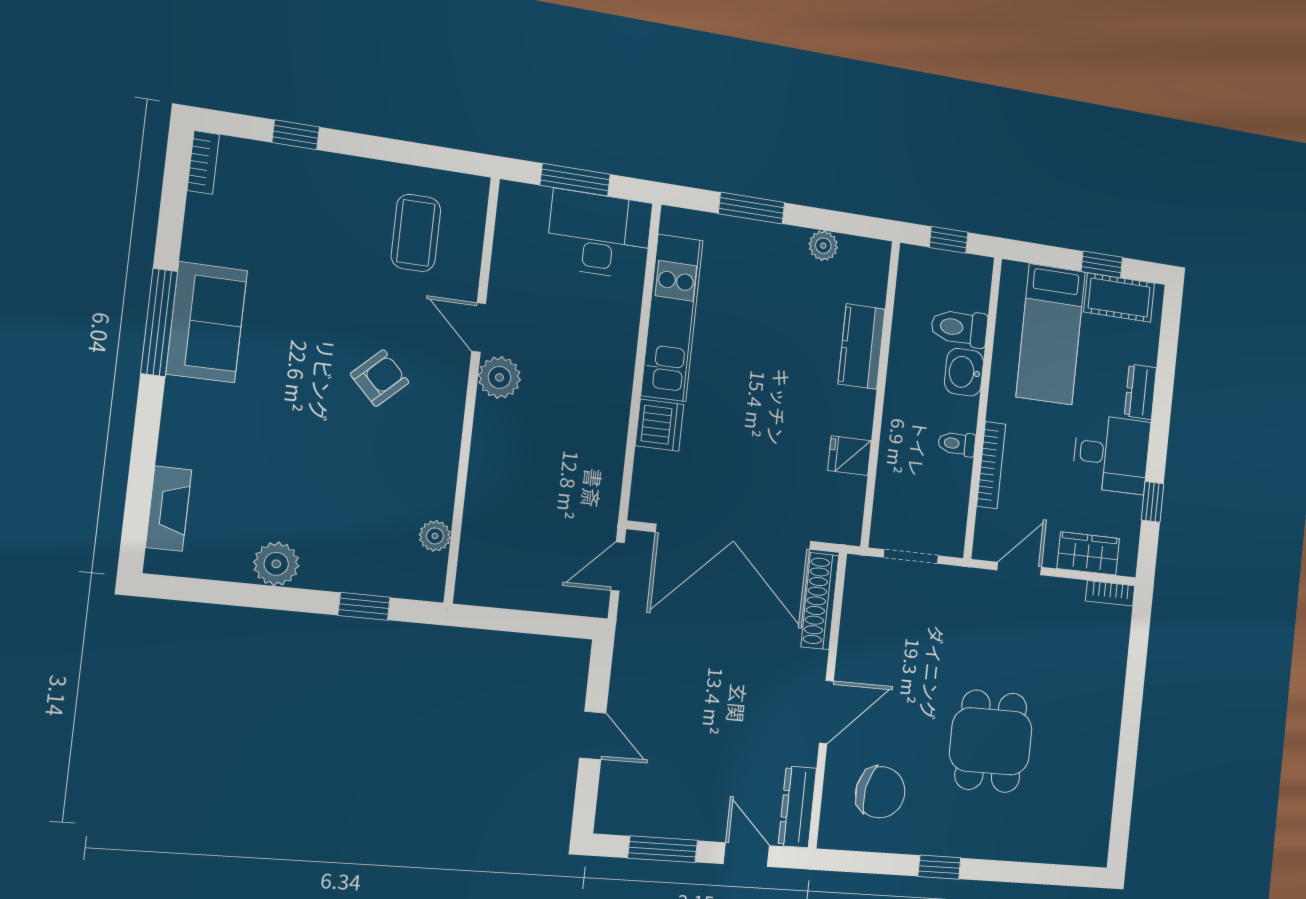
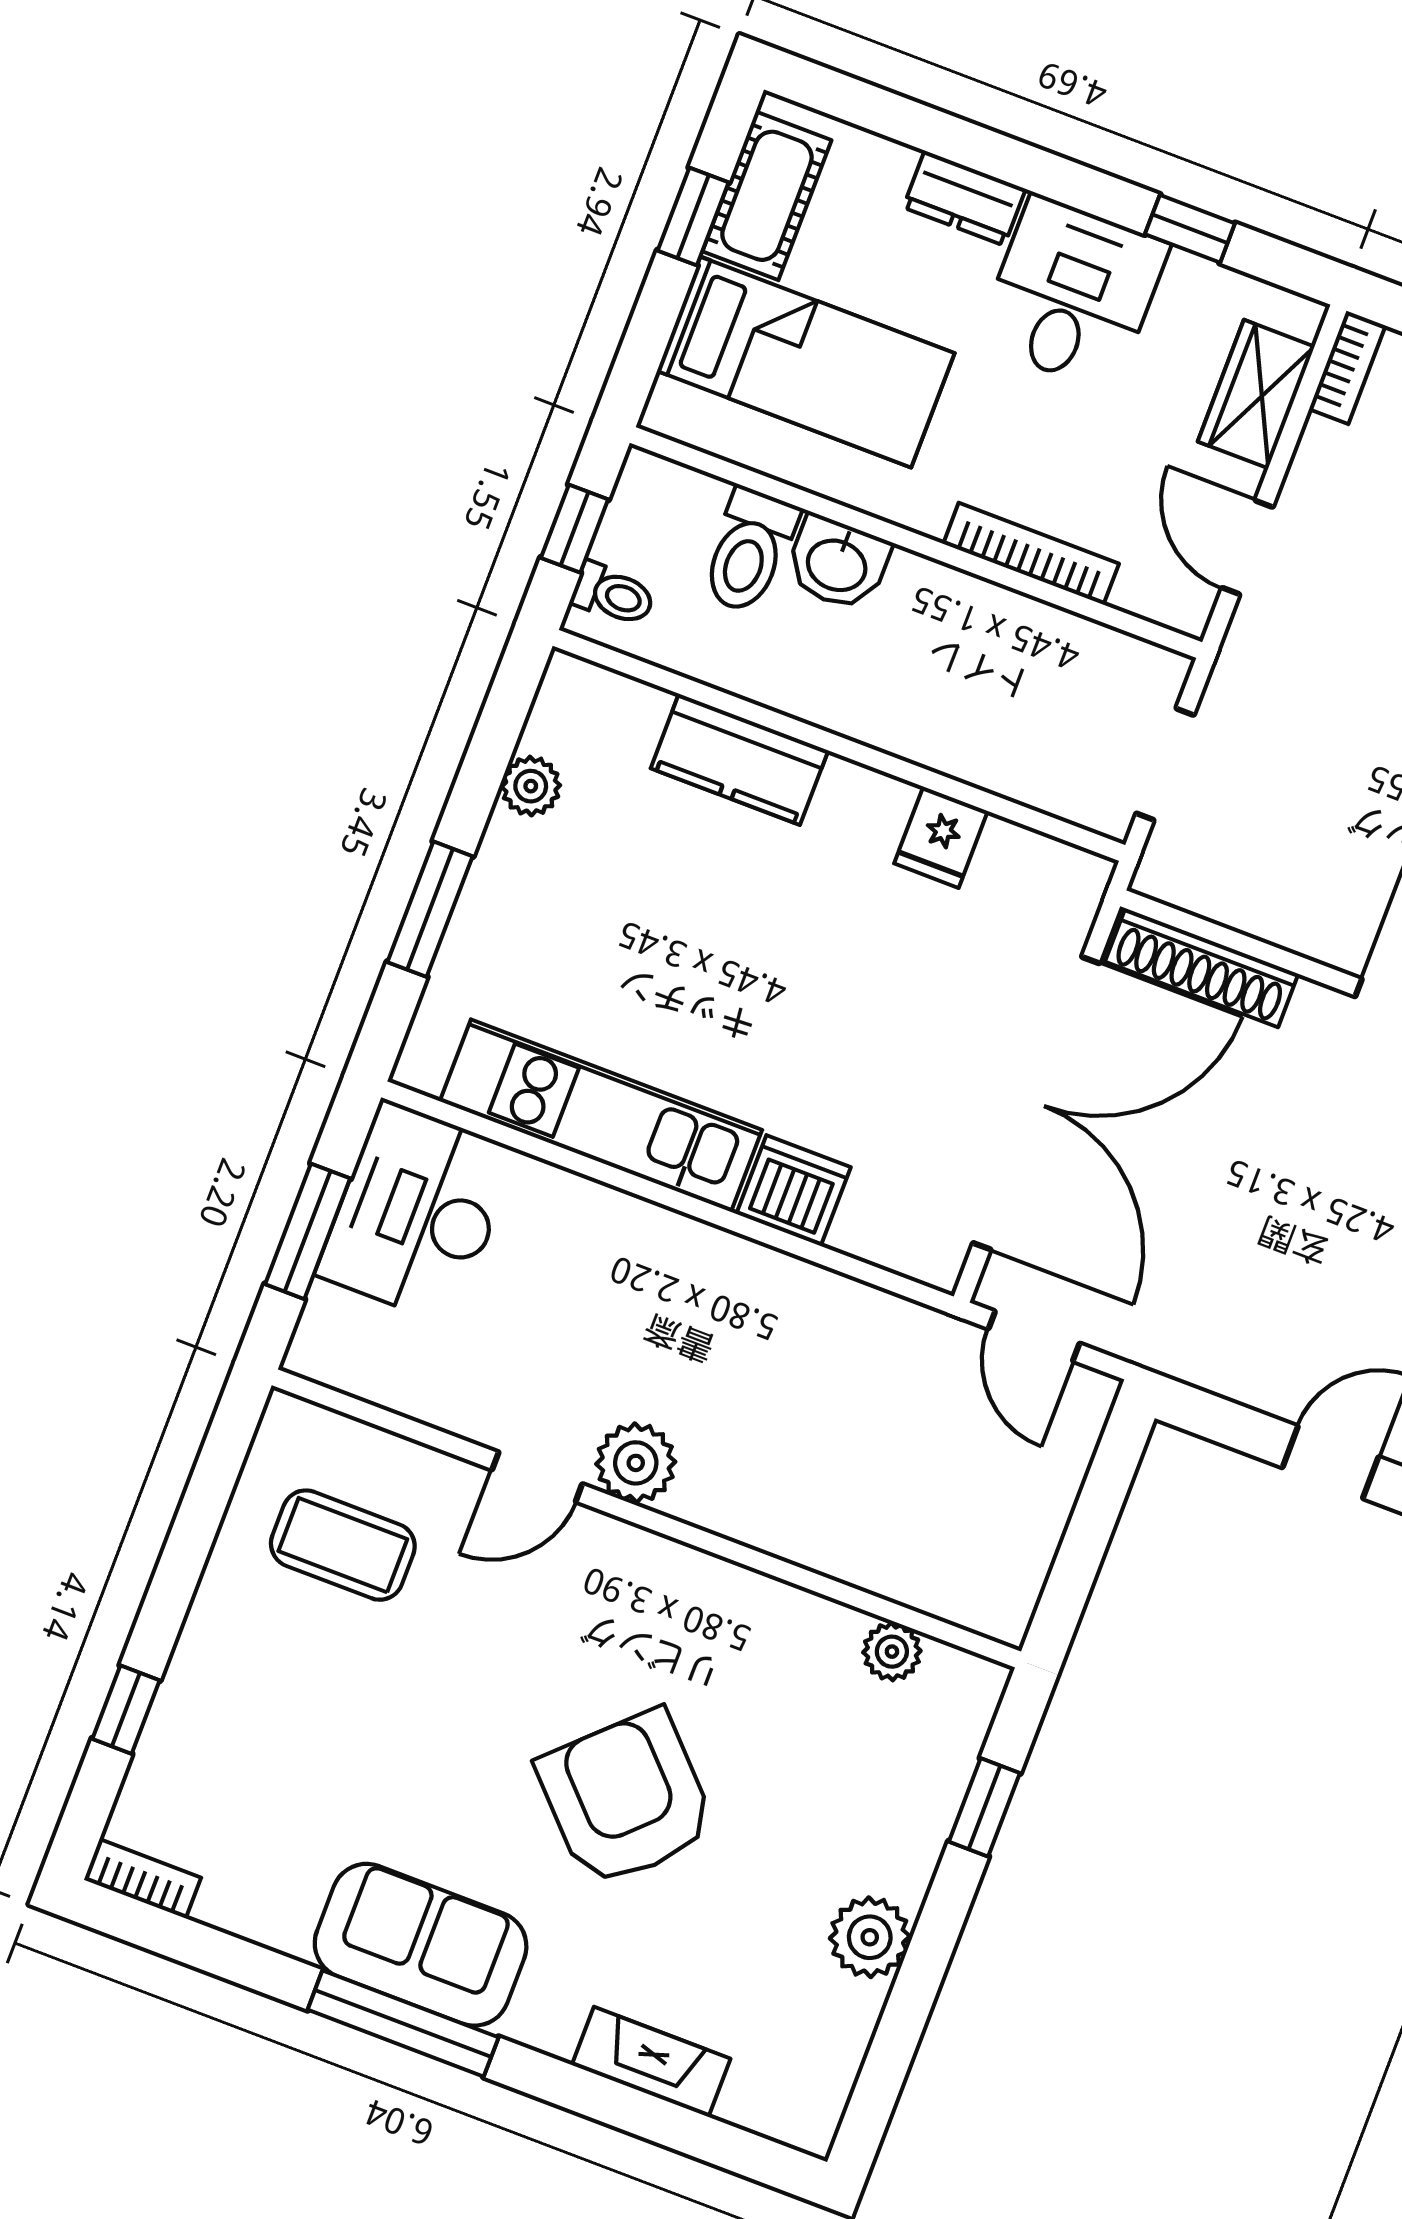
armchair: (380, 378) -> (626, 1799), moved, width x1.88, depth x1.88
toilet: (957, 444) -> (613, 594), moved, turned -90
fireplace: (169, 509) -> (651, 2062), moved

